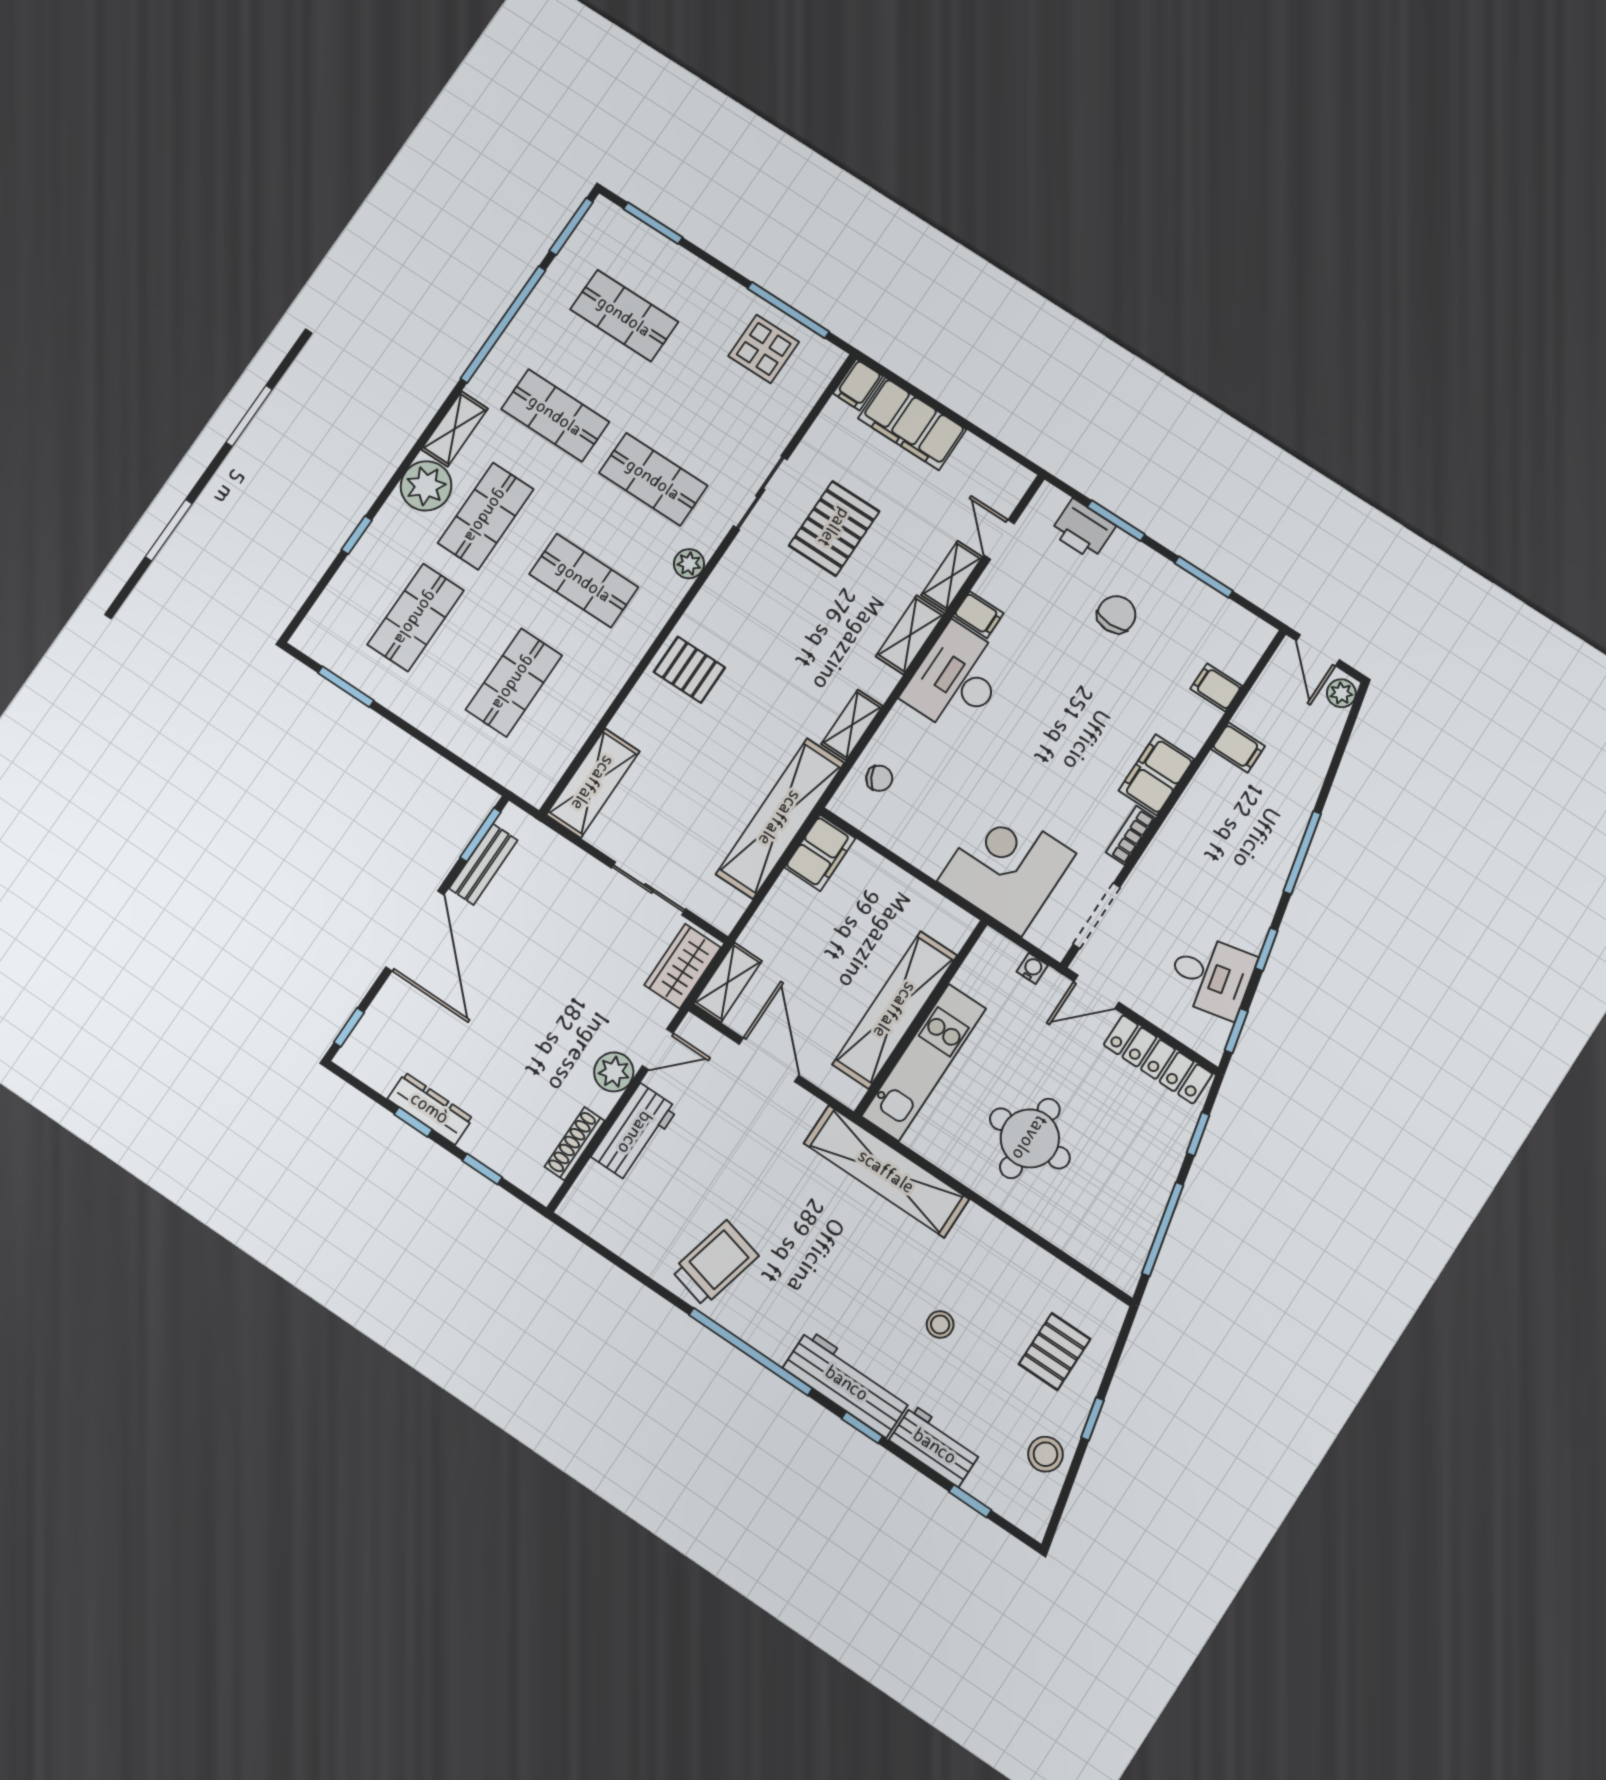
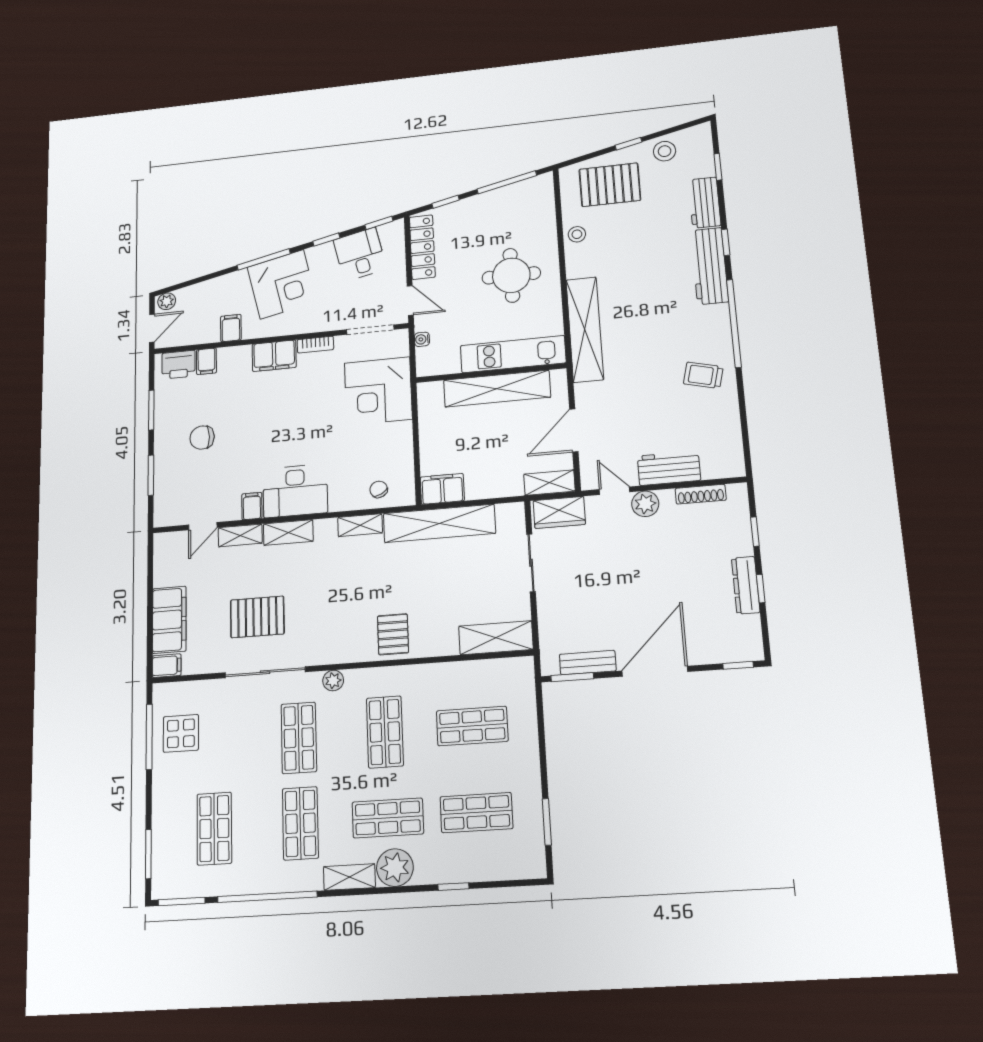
sliding door: (760, 493) -> (265, 672), width x1.37
printer: (1083, 529) -> (179, 365), moved, turned 90
corner desk: (1248, 851) -> (282, 284), added
trolley: (715, 1263) -> (703, 375), width x0.73, depth x0.72
stool: (940, 1325) -> (577, 234), moved
pallet: (1055, 1351) -> (610, 185), width x1.50, depth x1.42

